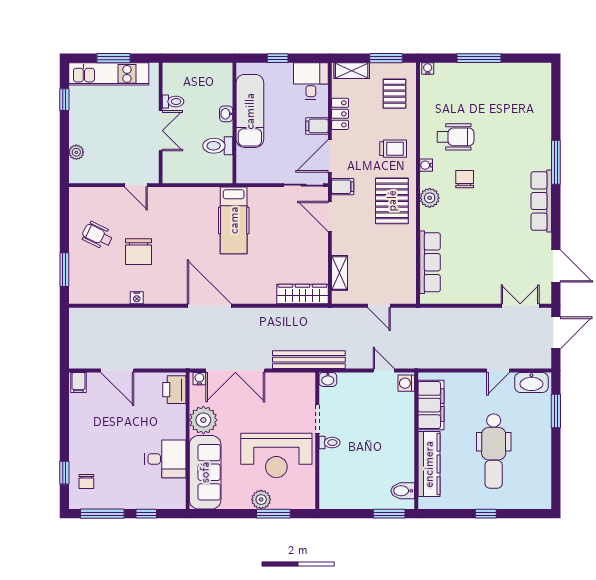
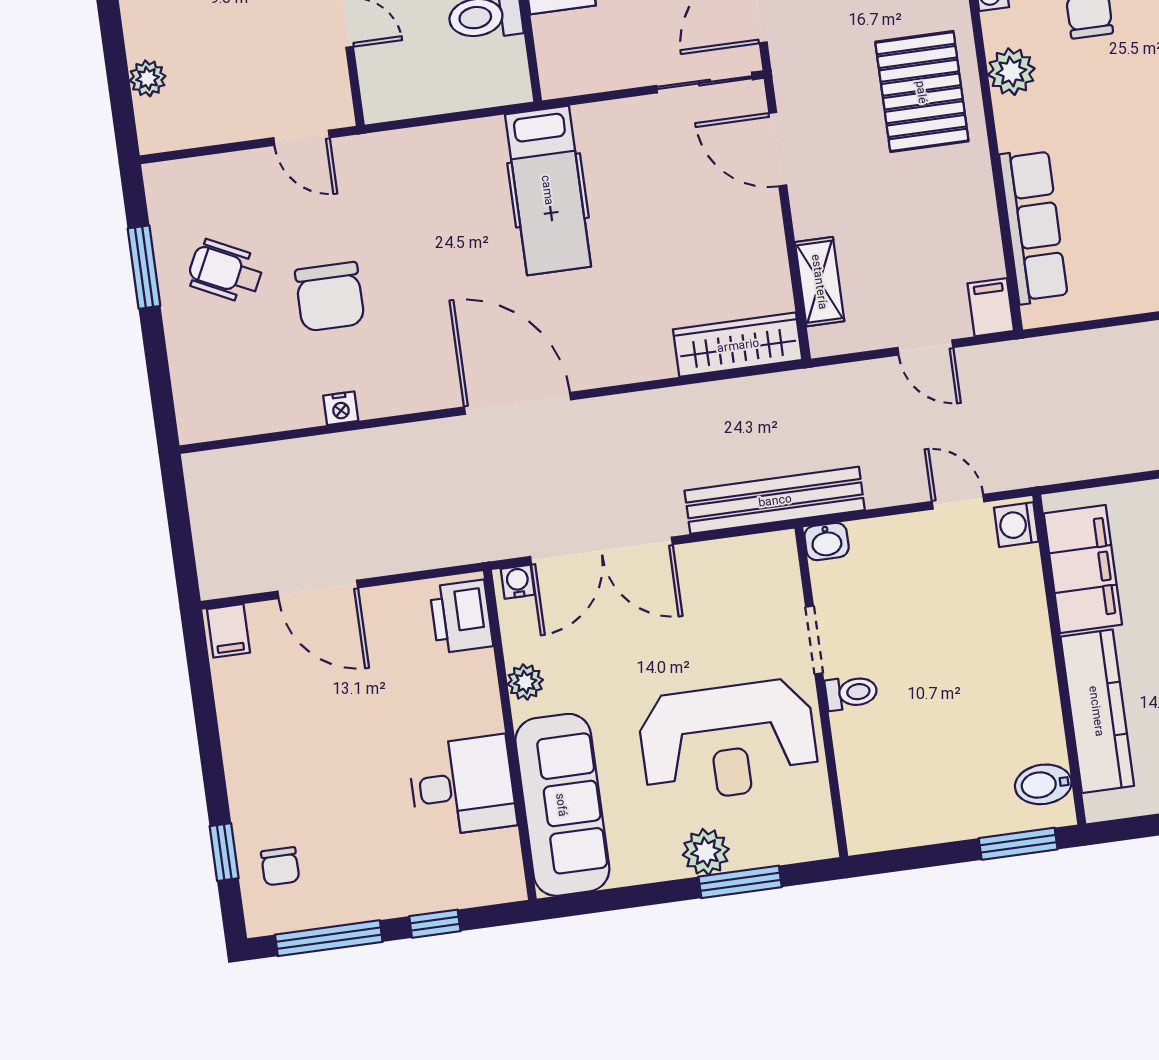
filing cabinet: (343, 187) -> (991, 307), moved, turned -90
window: (64, 270) -> (144, 267), moved
plant: (203, 420) -> (525, 682), width x0.53, depth x0.53

